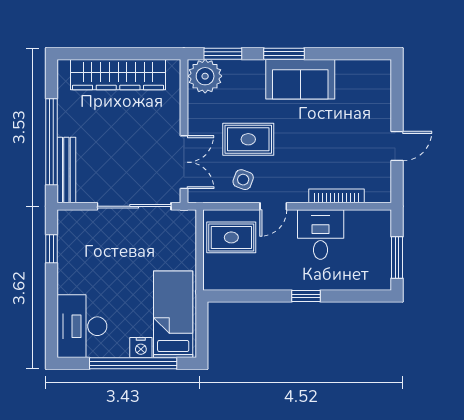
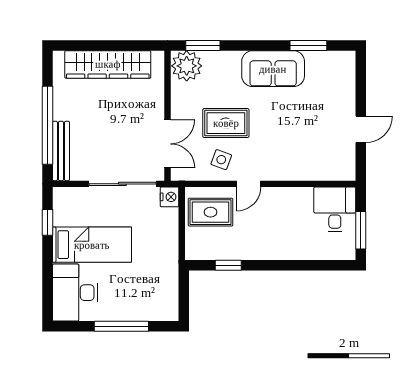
window: (284, 54) -> (308, 46), moved
bookcase: (337, 196) -> (306, 174), removed
desk: (321, 235) -> (335, 209), moved
window: (306, 296) -> (228, 265), moved
bed: (173, 314) -> (92, 245), moved, turned 90
nightstand: (141, 348) -> (170, 197), moved, turned -90
window: (133, 363) -> (121, 326), width x0.68

